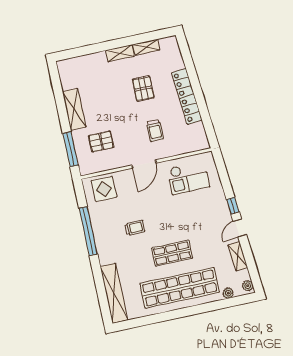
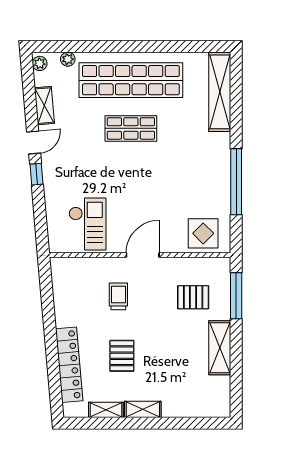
locker: (187, 96) -> (69, 365), moved
checkout: (188, 178) -> (87, 224), turned 90
trolley: (135, 228) -> (173, 173), removed

